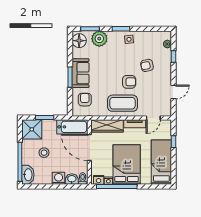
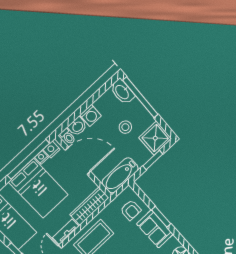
door: (89, 148) -> (78, 161), moved

